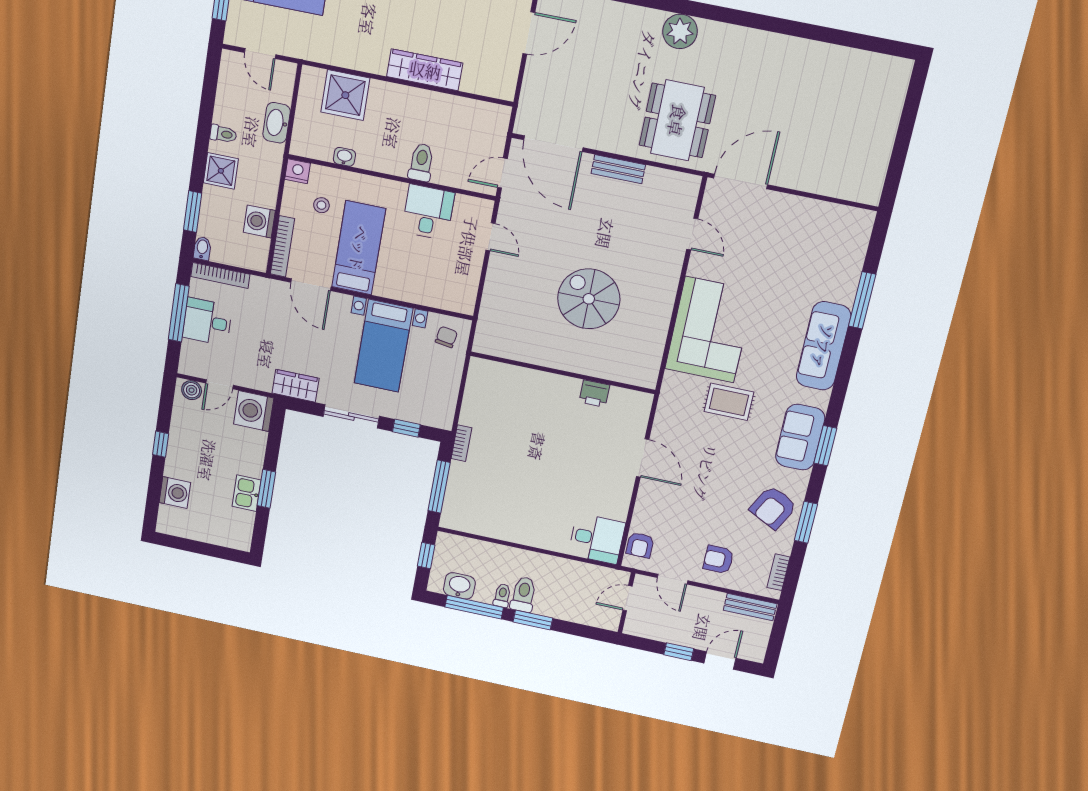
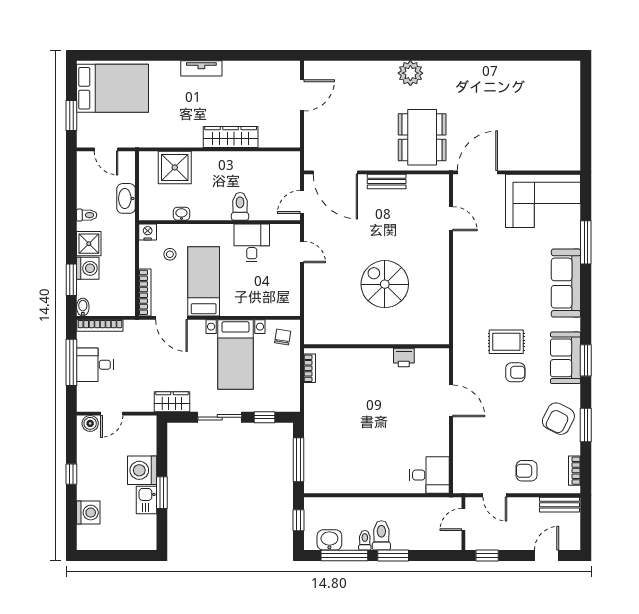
washing machine: (259, 221) -> (88, 268), moved, turned 180
corner sofa: (710, 330) -> (543, 201), moved, turned 90
washing machine: (254, 411) -> (142, 470), moved
bookcase: (461, 443) -> (310, 368), moved
armchair: (640, 545) -> (515, 372), moved, turned -90
window: (679, 652) -> (487, 556), moved

